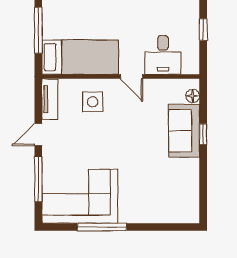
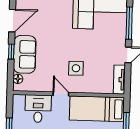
side table: (93, 102) -> (76, 68), moved
door: (203, 178) -> (12, 21), added

